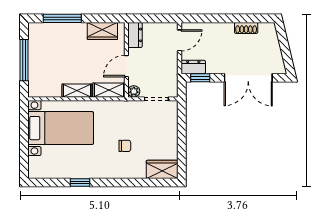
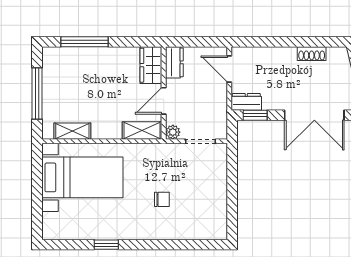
wardrobe: (102, 31) -> (151, 65), moved, turned 90
door: (179, 40) -> (229, 69), swing flipped
shelving: (77, 91) -> (72, 131), moved
wardrobe: (162, 169) -> (208, 228), removed

